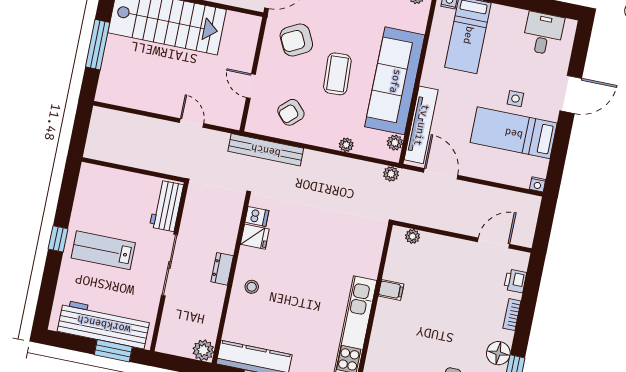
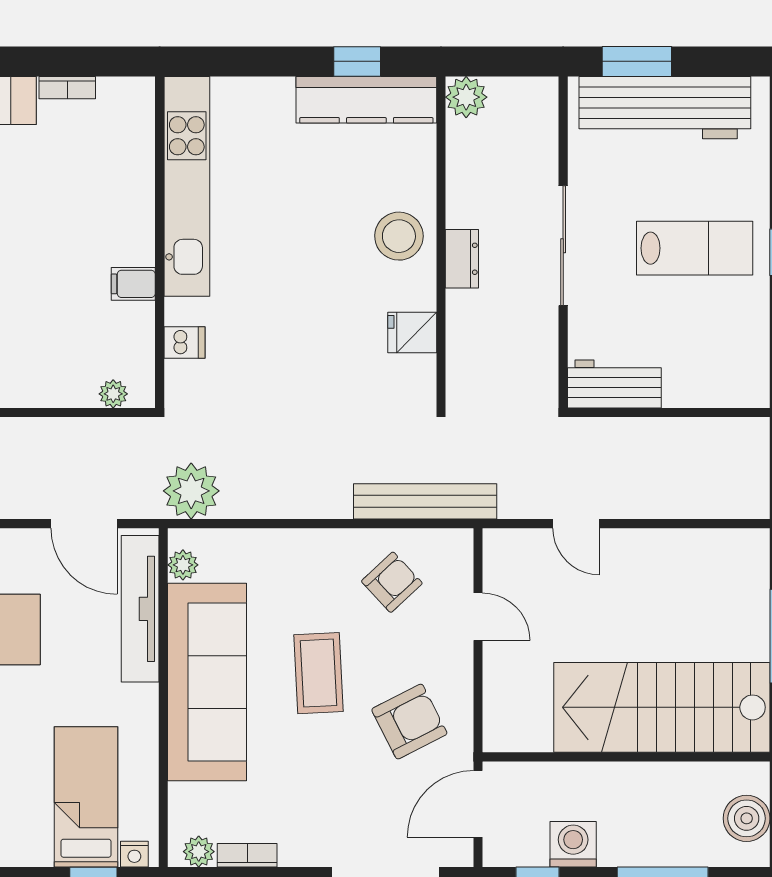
plant: (346, 145) -> (274, 542), removed
plant: (391, 174) -> (191, 491), width x1.88, depth x1.88
workbench: (166, 206) -> (614, 384), moved, turned -90
dishwasher: (257, 216) -> (184, 342), moved, turned 180
stool: (252, 287) -> (399, 236), width x1.89, depth x1.89

